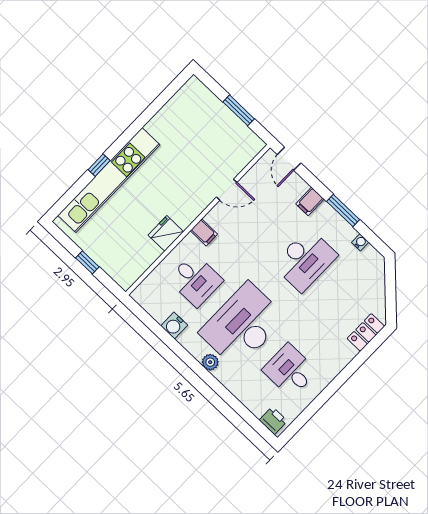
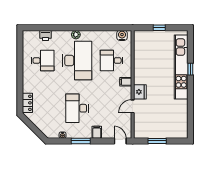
fridge: (166, 233) -> (140, 92), moved
water cooler: (174, 326) -> (122, 35), moved
printer: (273, 421) -> (45, 35), moved

